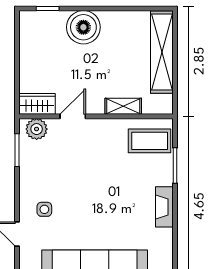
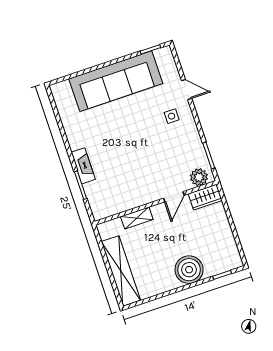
coffee table: (150, 141) -> (107, 198), removed
fireplace: (164, 207) -> (83, 166), moved

